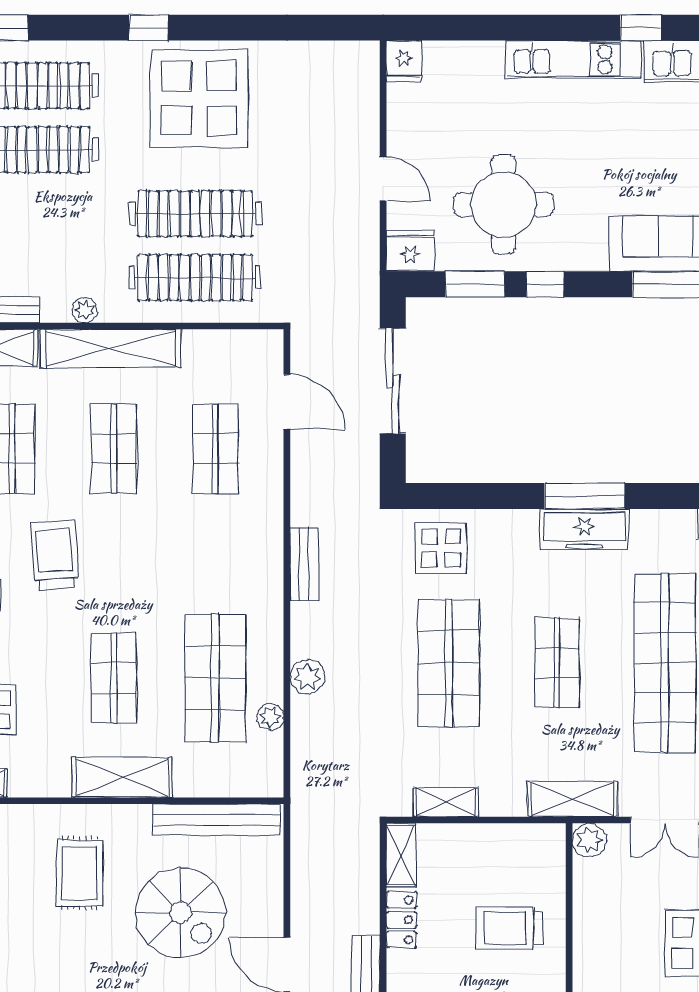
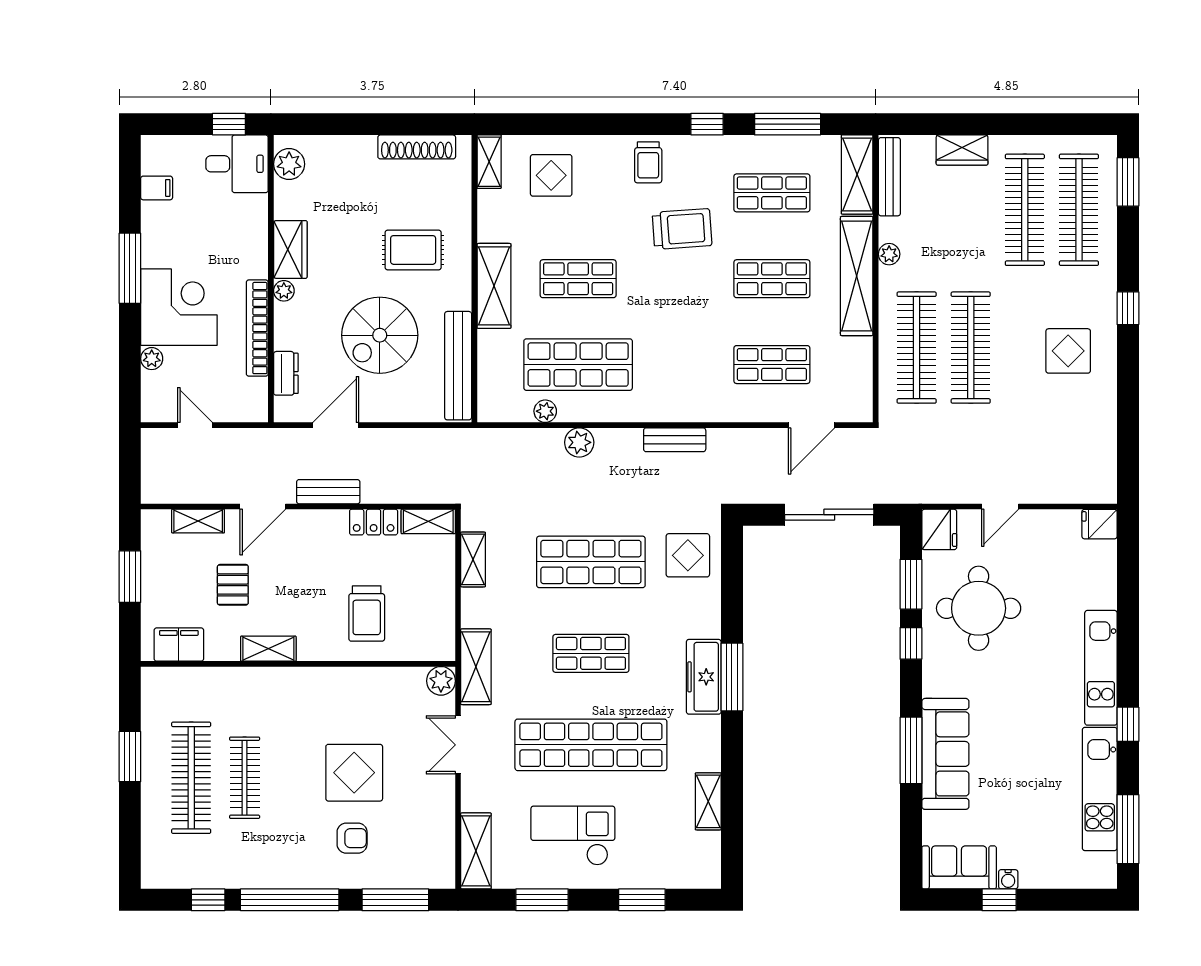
display table: (199, 98) -> (1068, 351), width x0.54, depth x0.54
trolley: (510, 928) -> (367, 614), turned 180

